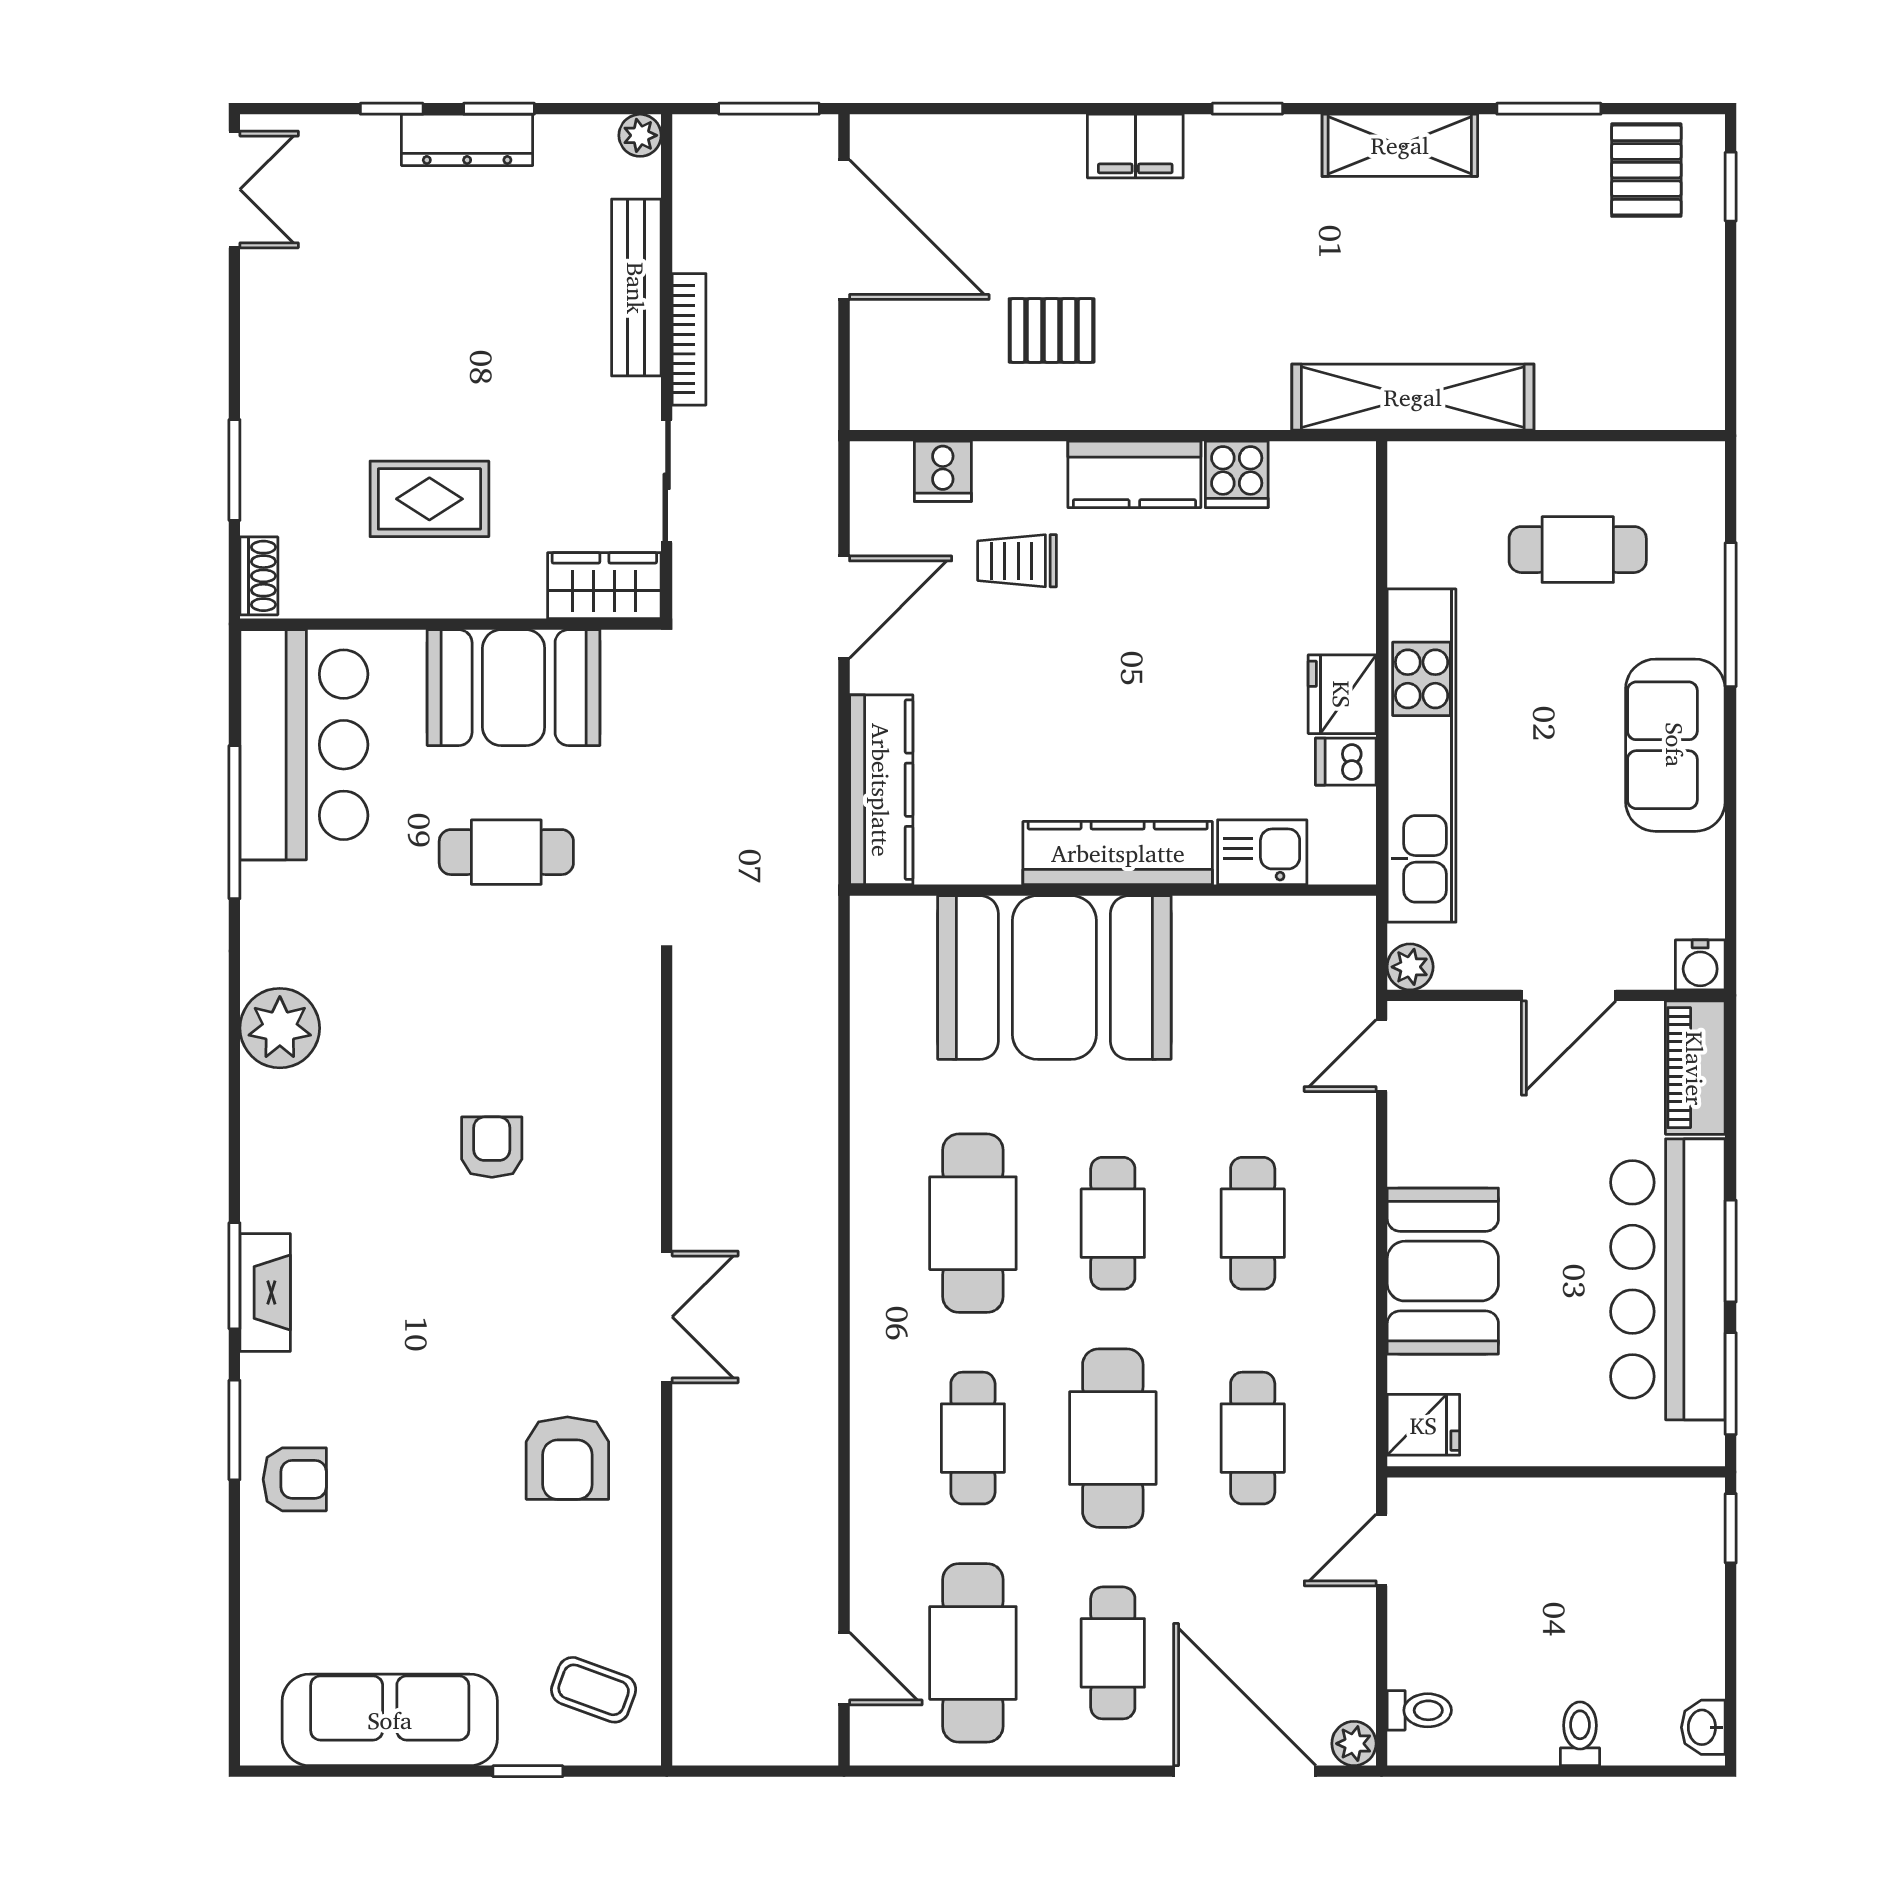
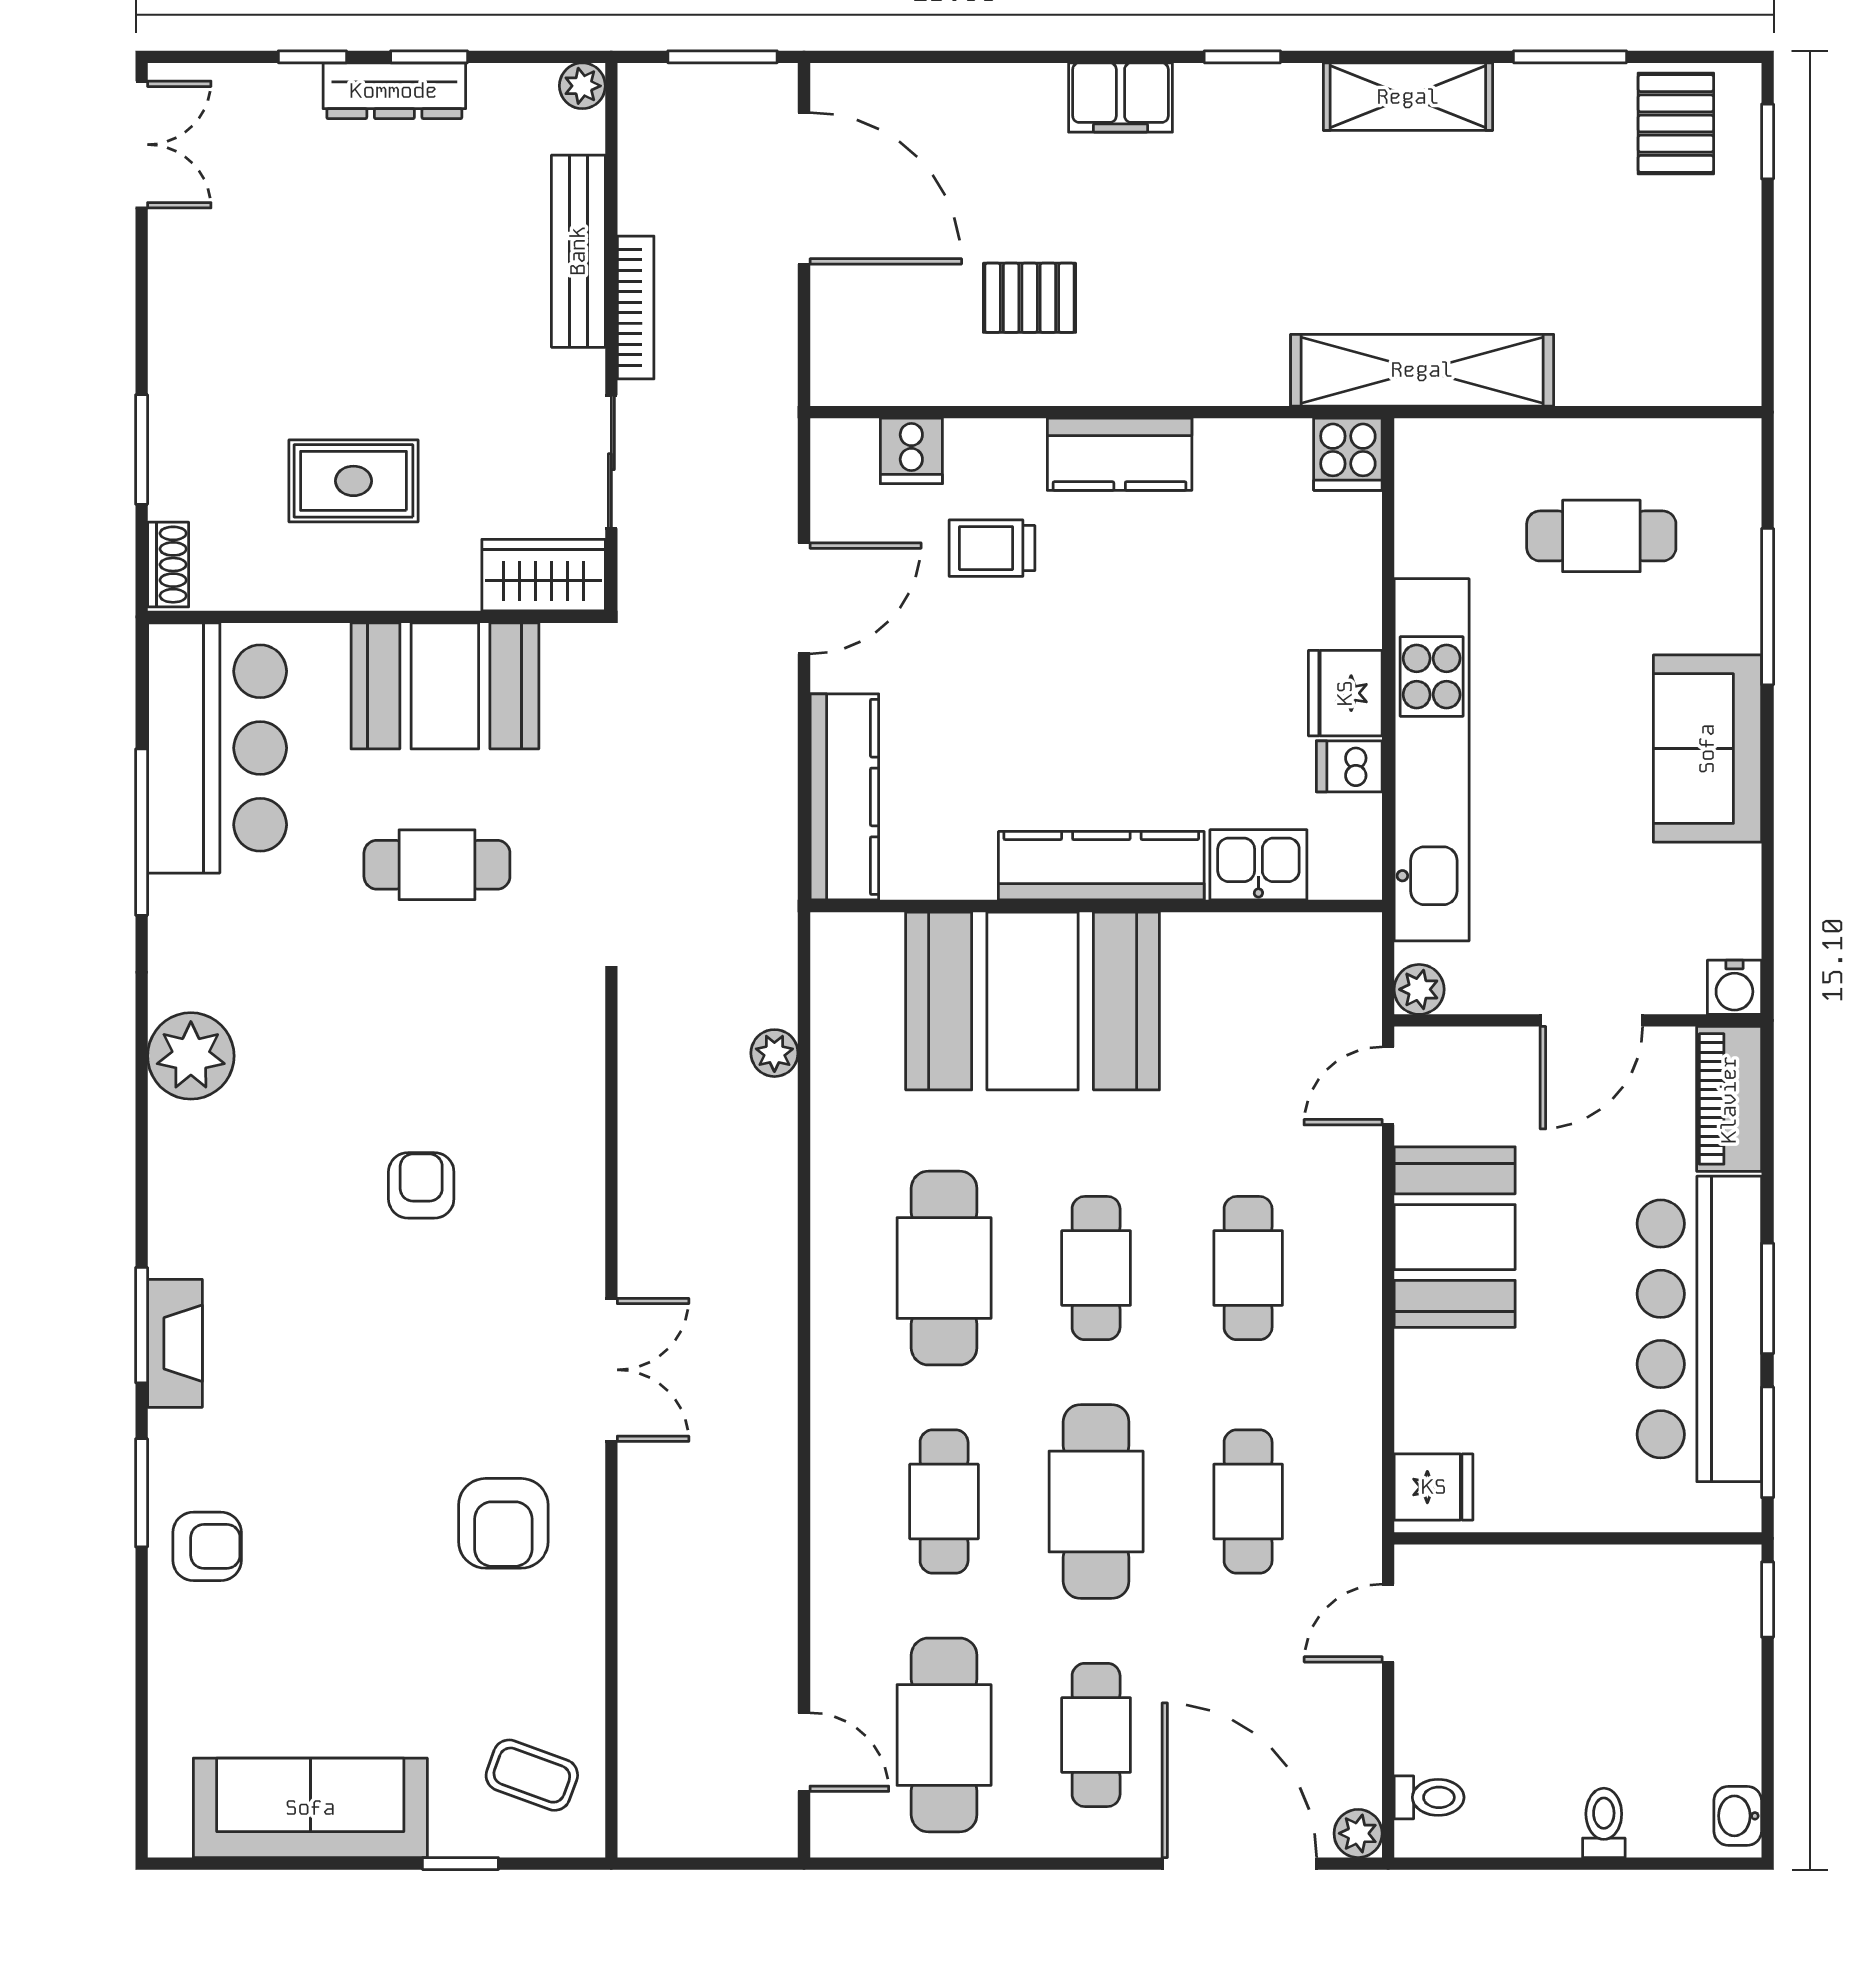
cooker: (1237, 474) -> (1348, 454), moved
plant: (817, 1025) -> (774, 1053), added
booth: (1443, 1271) -> (1455, 1237), moved

